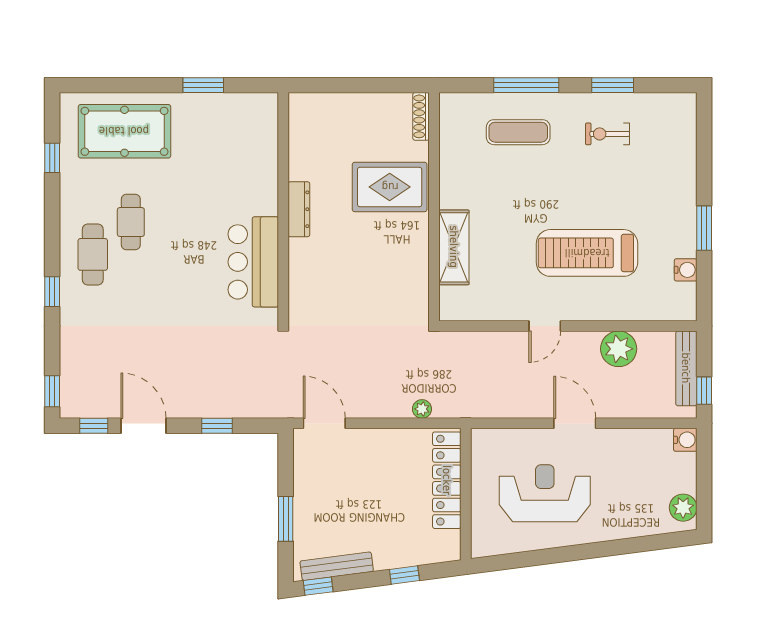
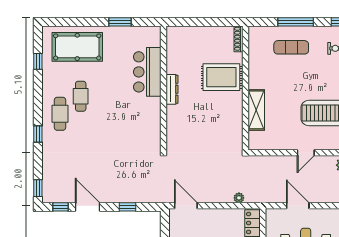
bar counter: (253, 262) -> (147, 72), moved
door: (575, 423) -> (298, 206), moved

